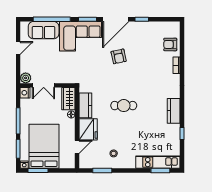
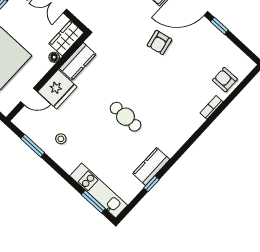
cafe table: (124, 106) -> (125, 117), moved
kitchen counter: (174, 111) -> (151, 166), moved

